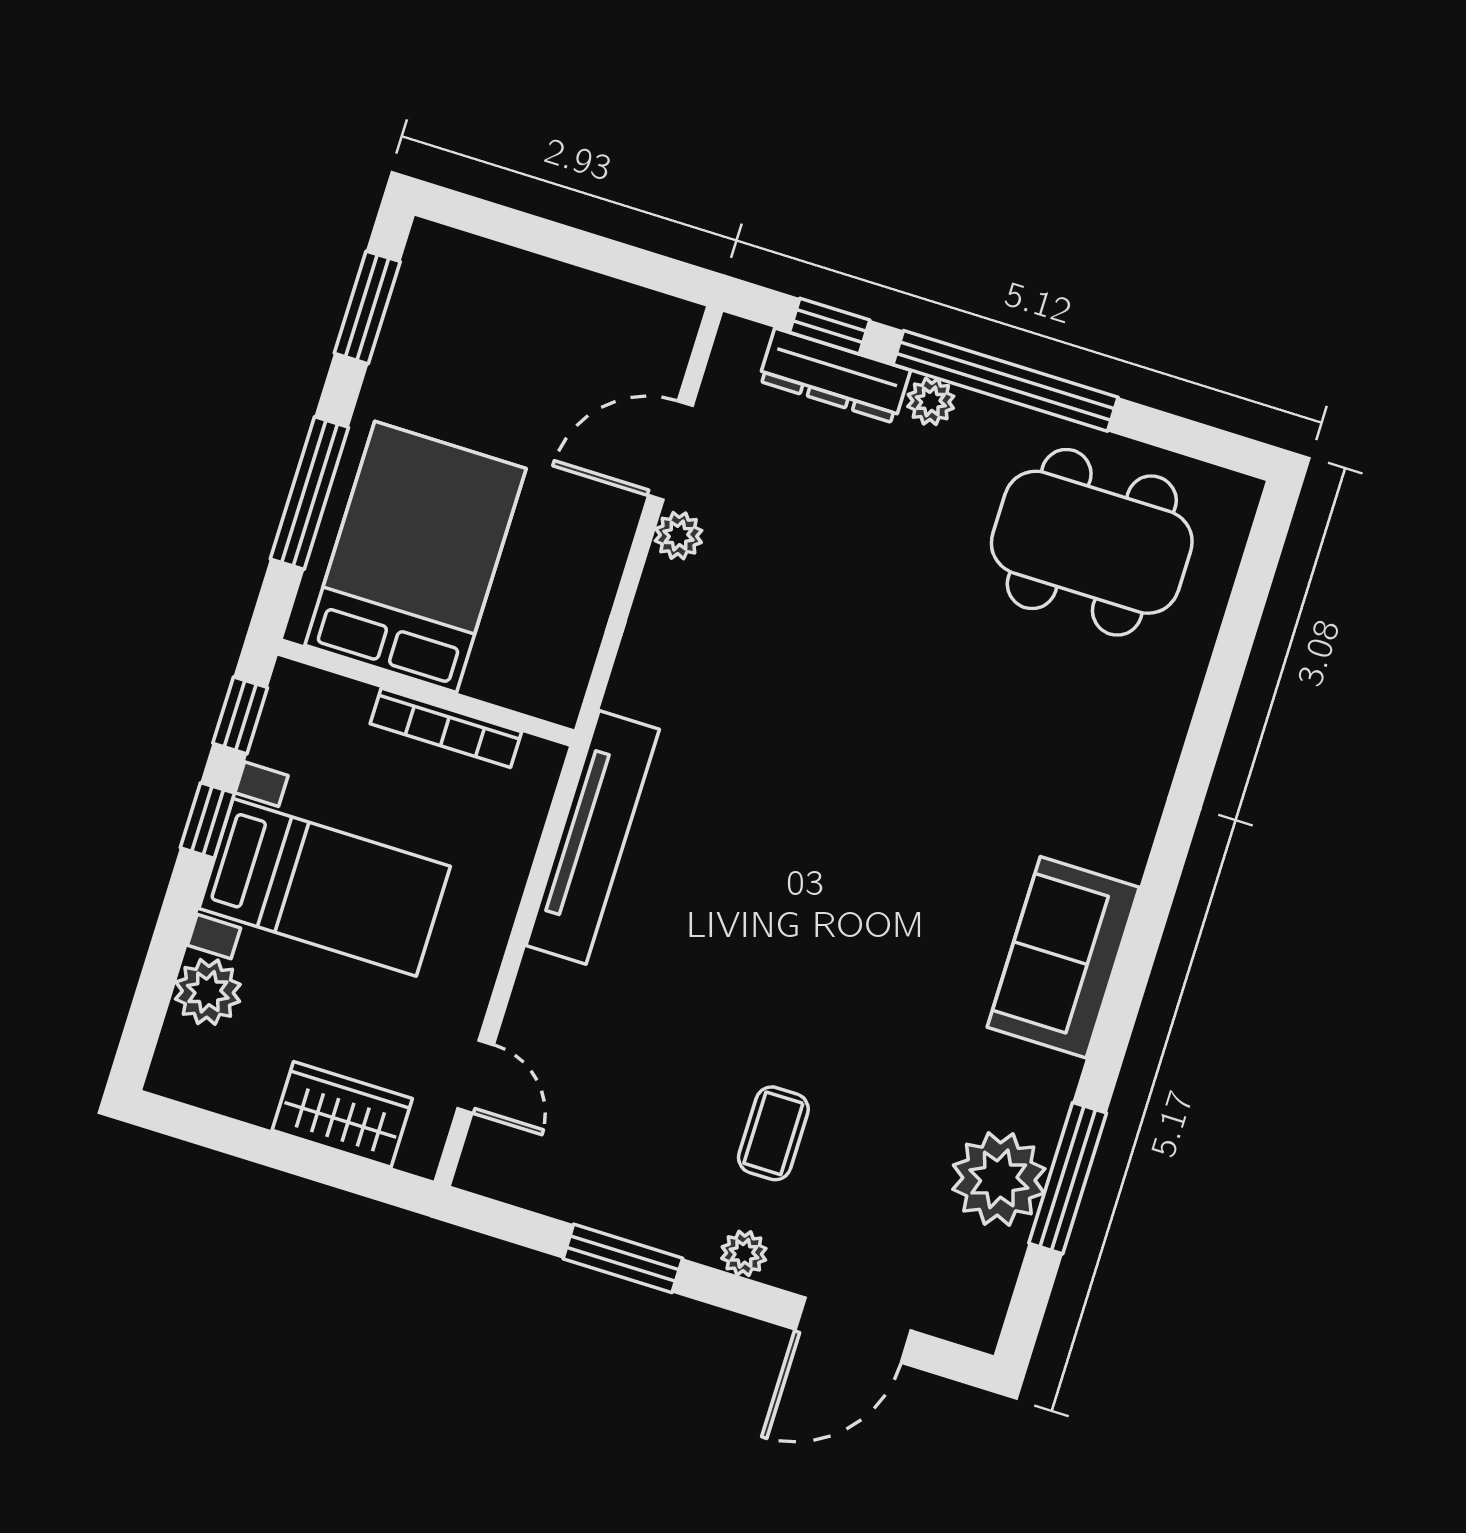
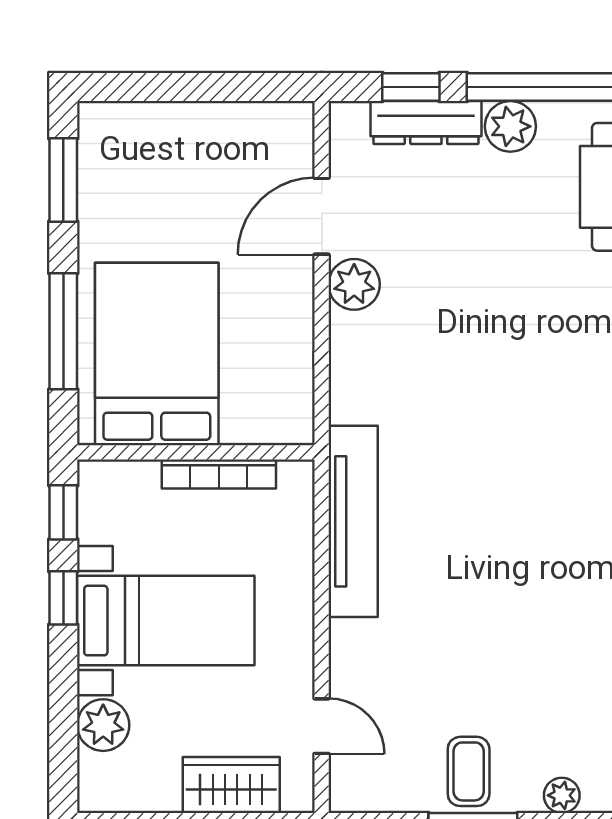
plant: (931, 401) -> (510, 126), width x1.38, depth x1.38
plant: (678, 536) -> (354, 284), width x1.38, depth x1.38
coffee table: (773, 1133) -> (469, 771), moved

